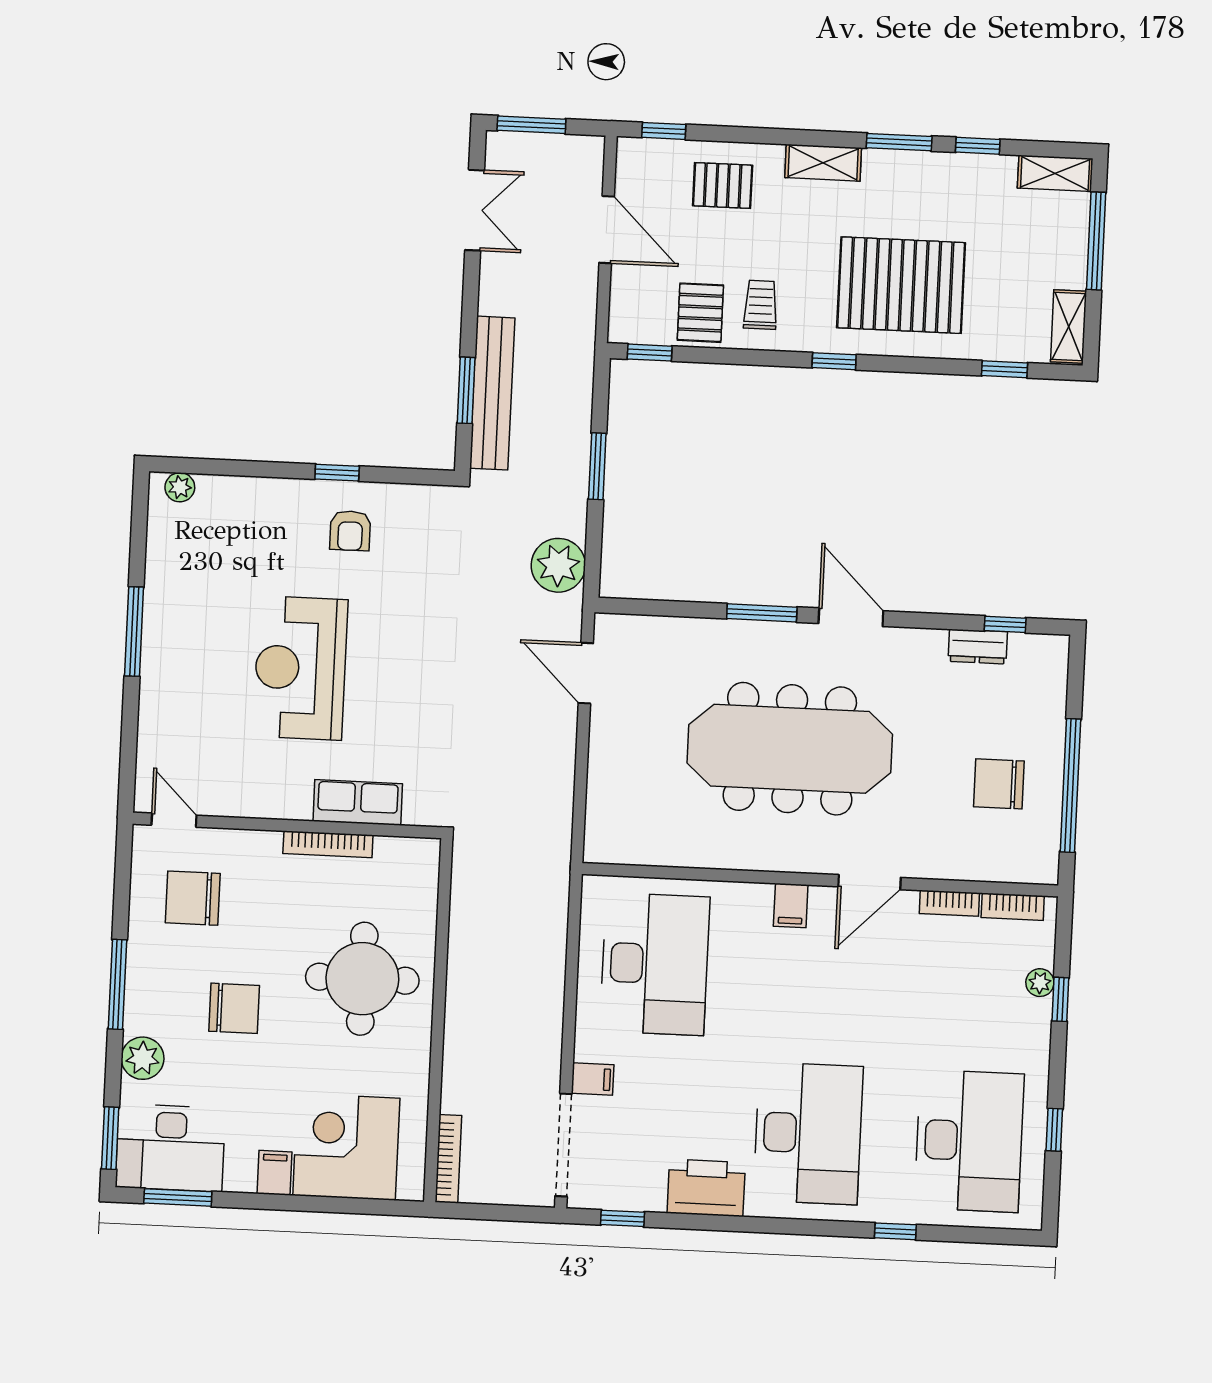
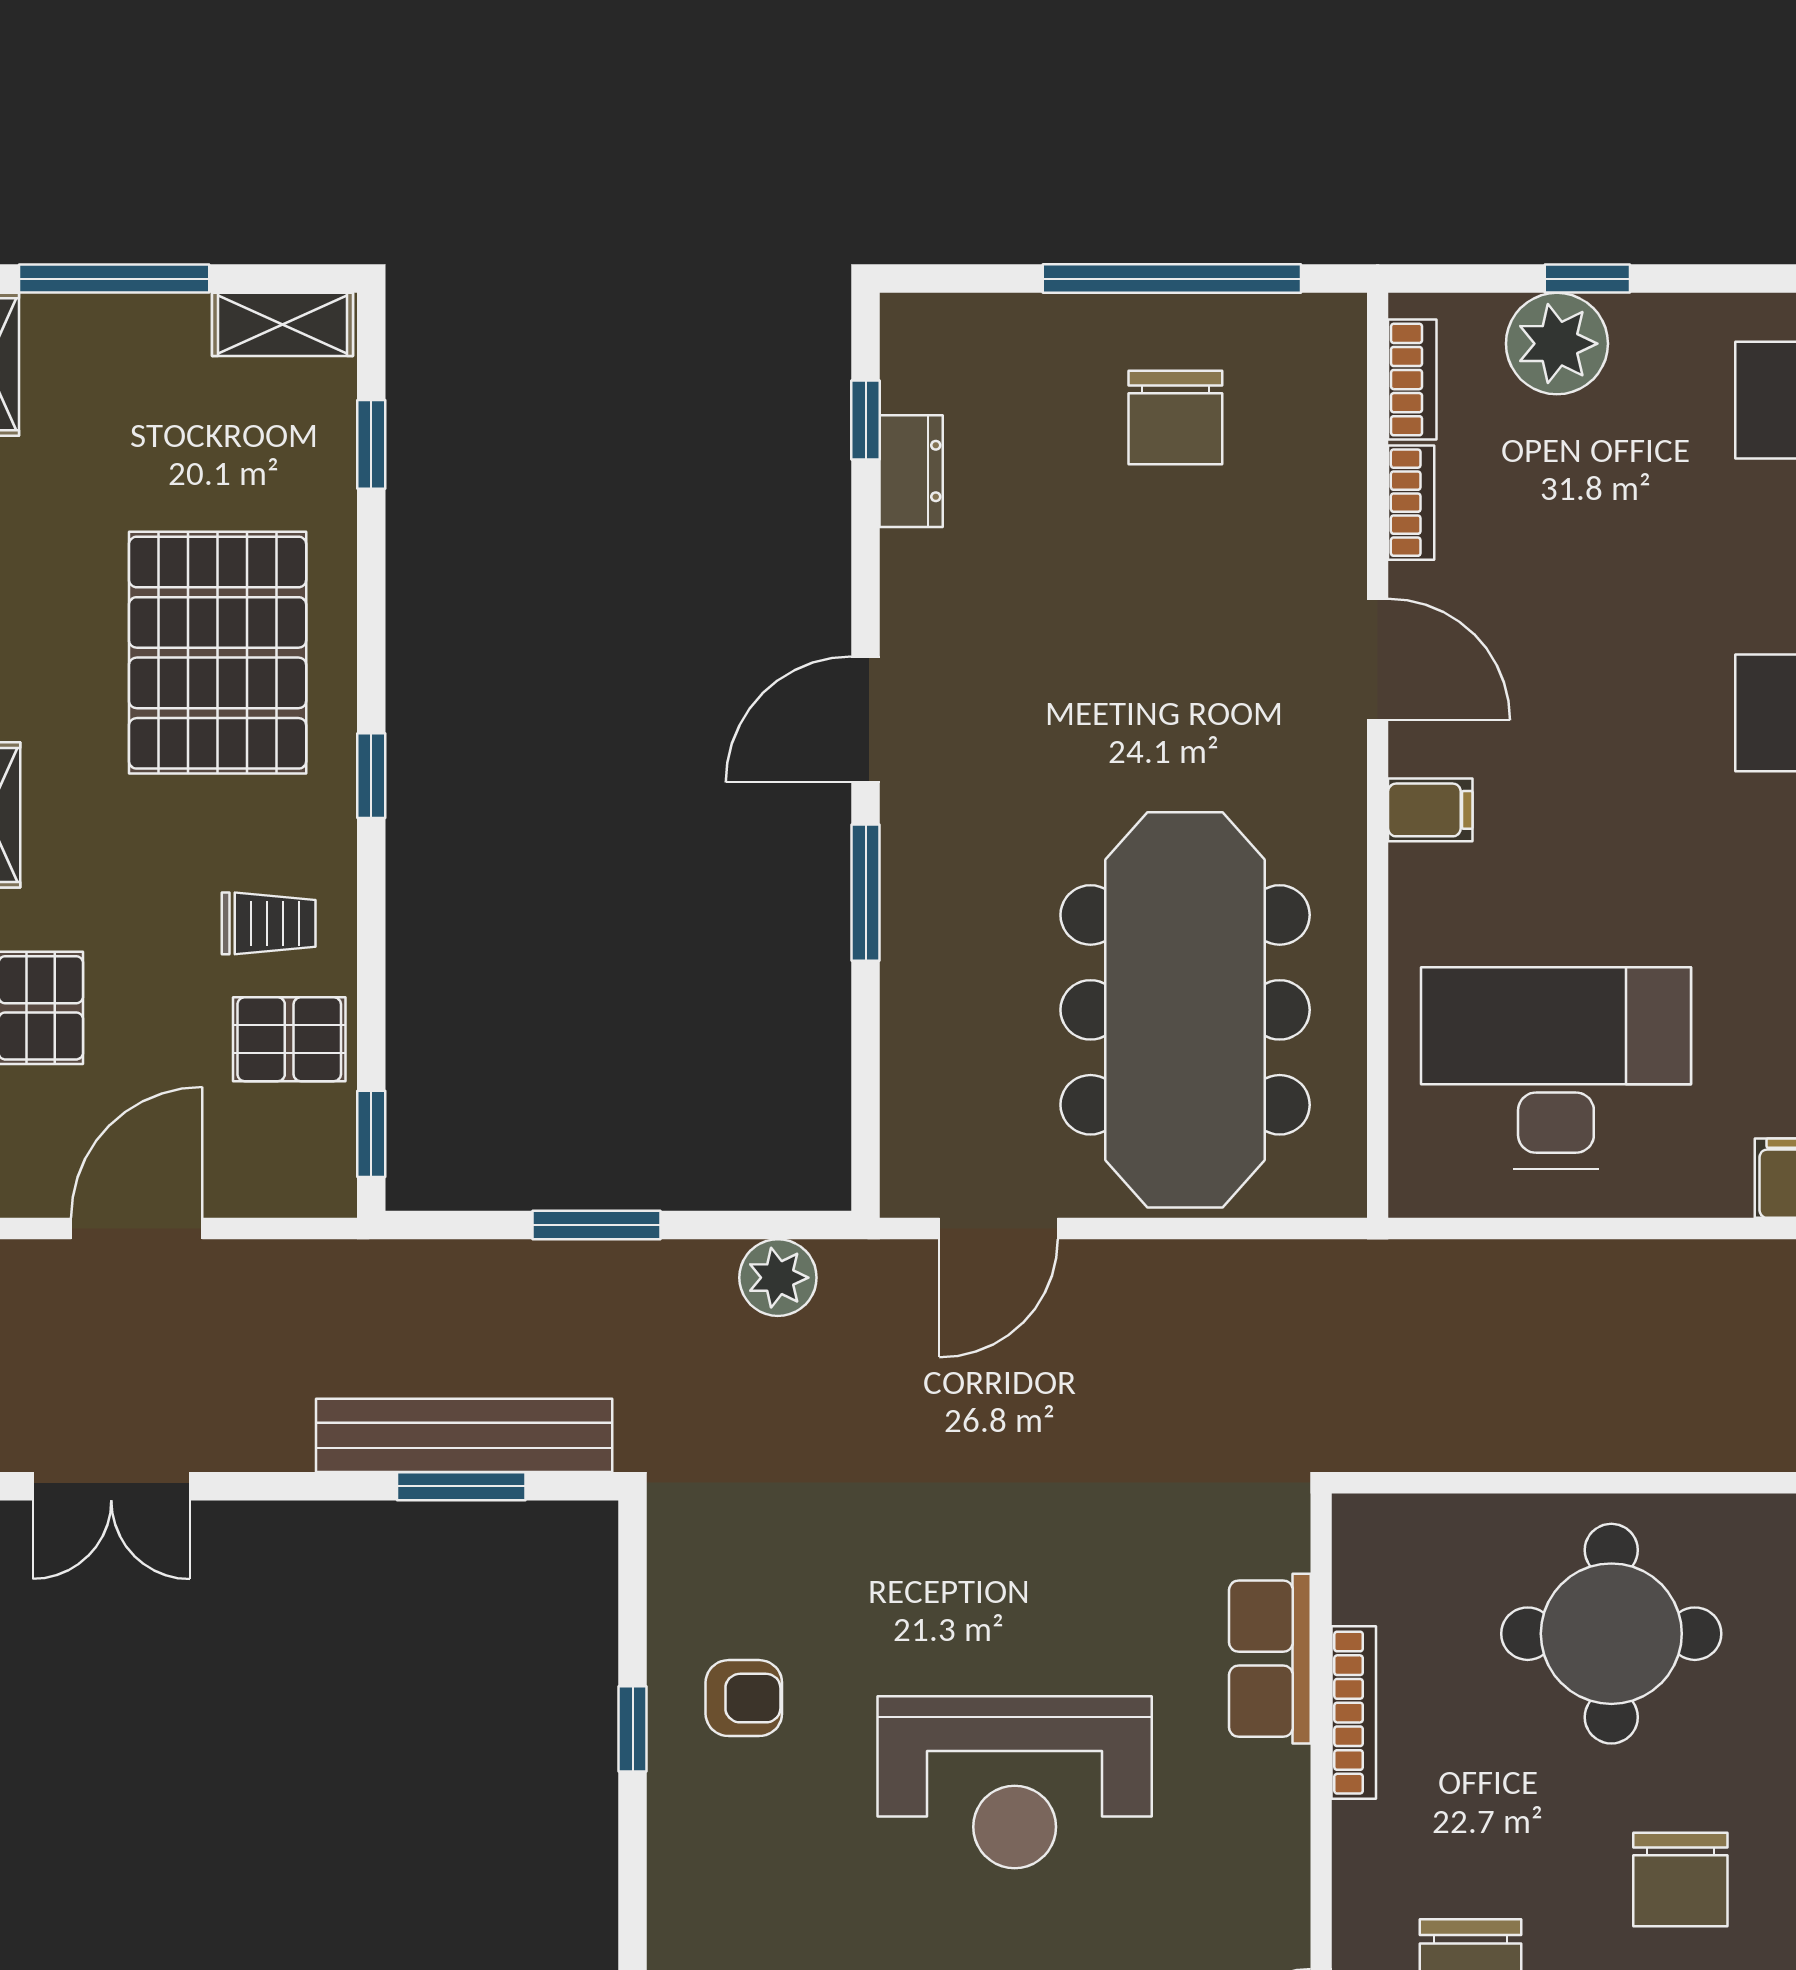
double door: (475, 210) -> (111, 1486), swing flipped
trolley: (761, 305) -> (269, 923), turned 180
plant: (558, 565) -> (778, 1278), width x0.73, depth x0.73
meeting table: (790, 749) -> (1185, 1010), moved
plant: (1040, 983) -> (1557, 344), width x1.88, depth x1.88
chair: (234, 1008) -> (1680, 1880), turned 180

